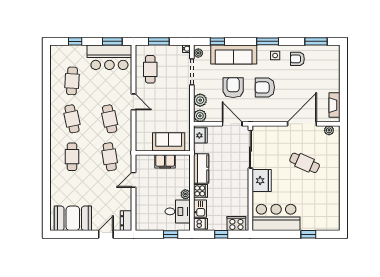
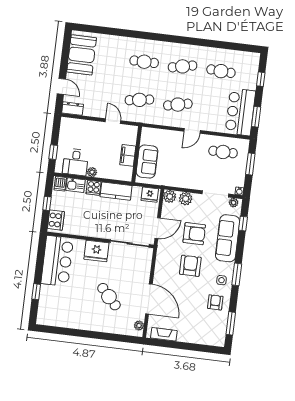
cafe table: (305, 163) -> (109, 297), turned -67

